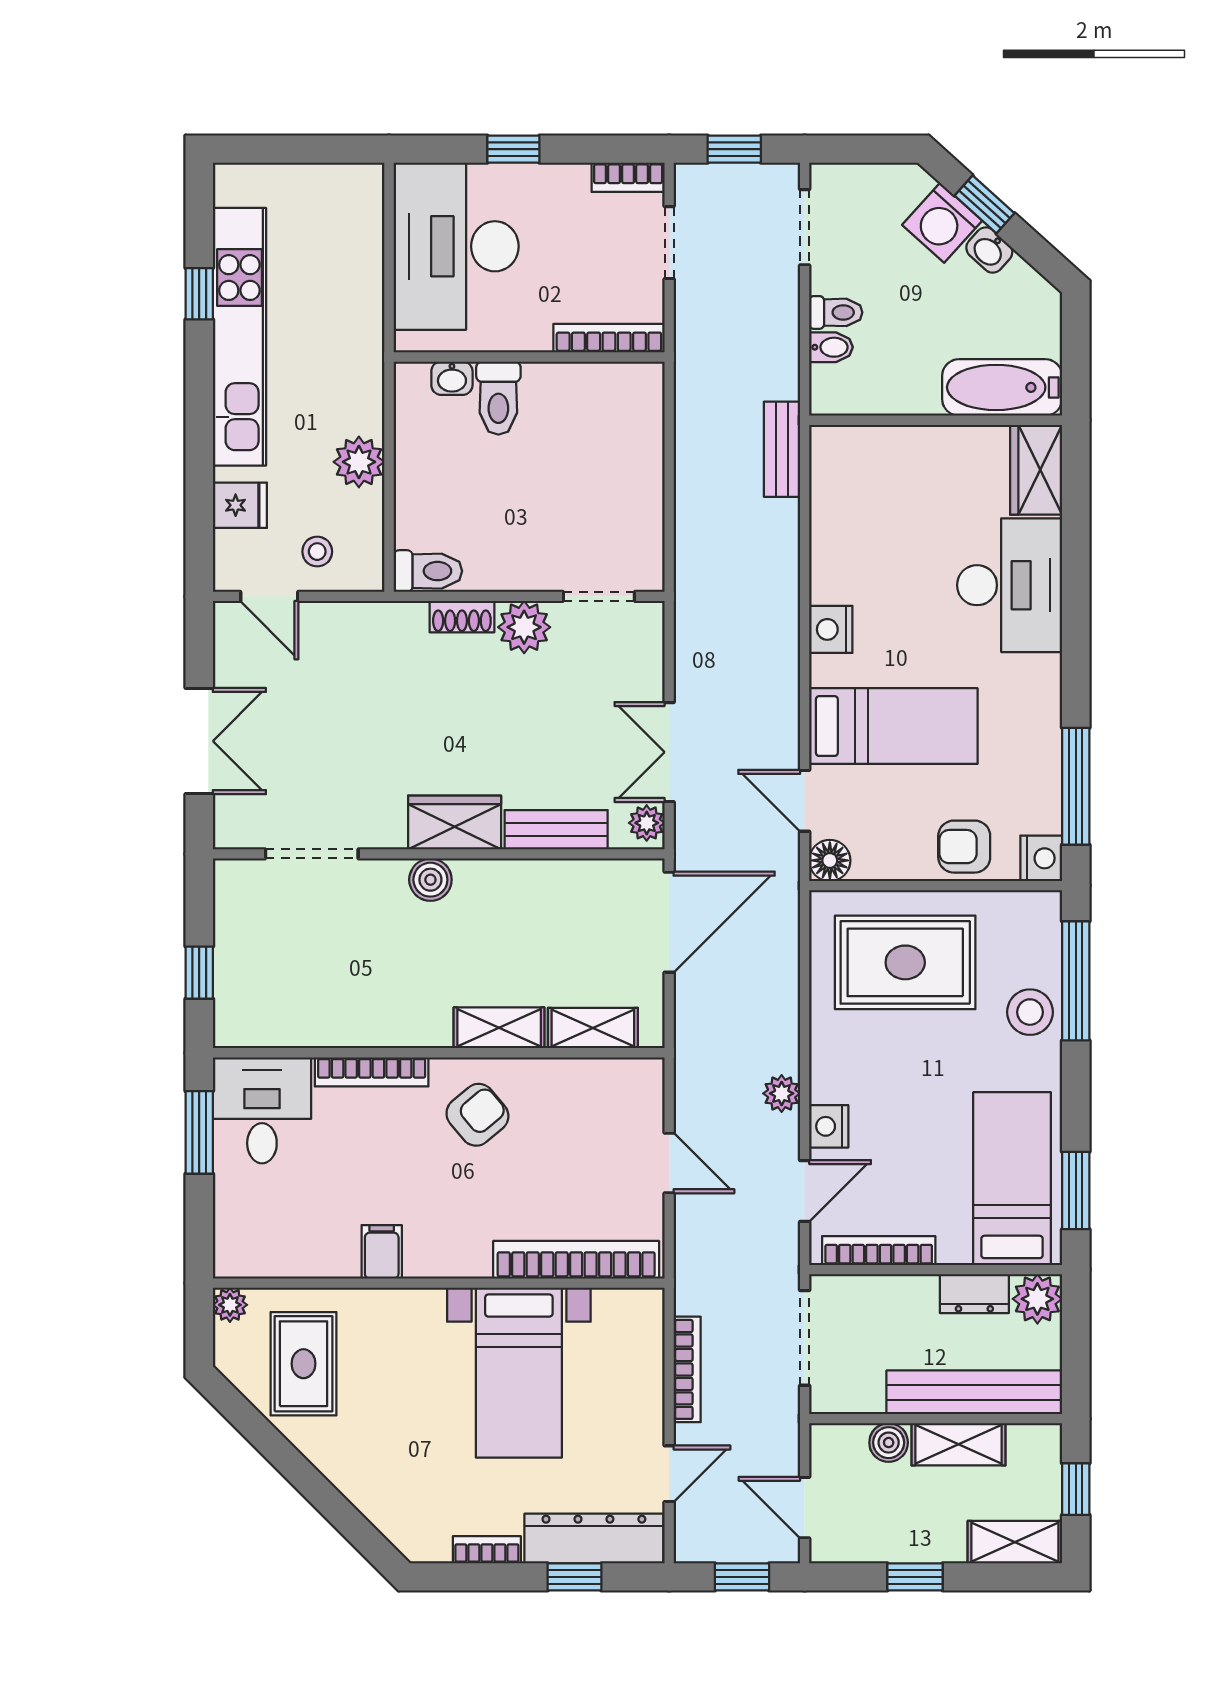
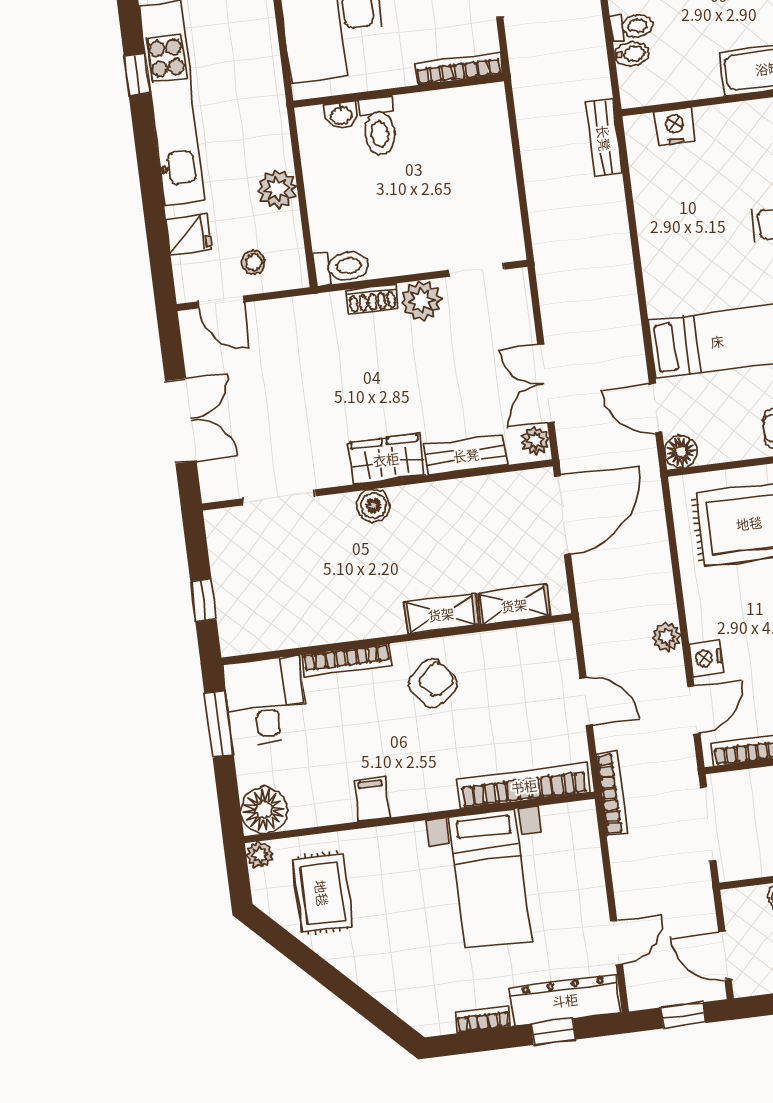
nightstand: (831, 629) -> (675, 127), moved, turned 90
floor lamp: (243, 1249) -> (264, 810), added
bookcase: (687, 1369) -> (612, 794), moved

